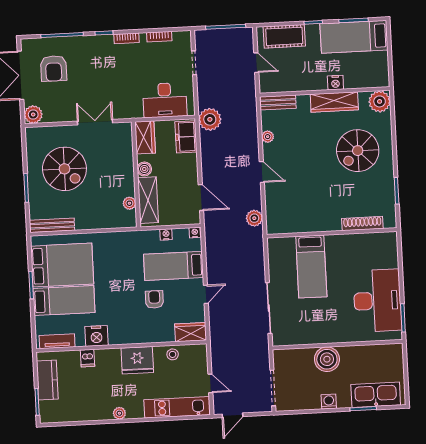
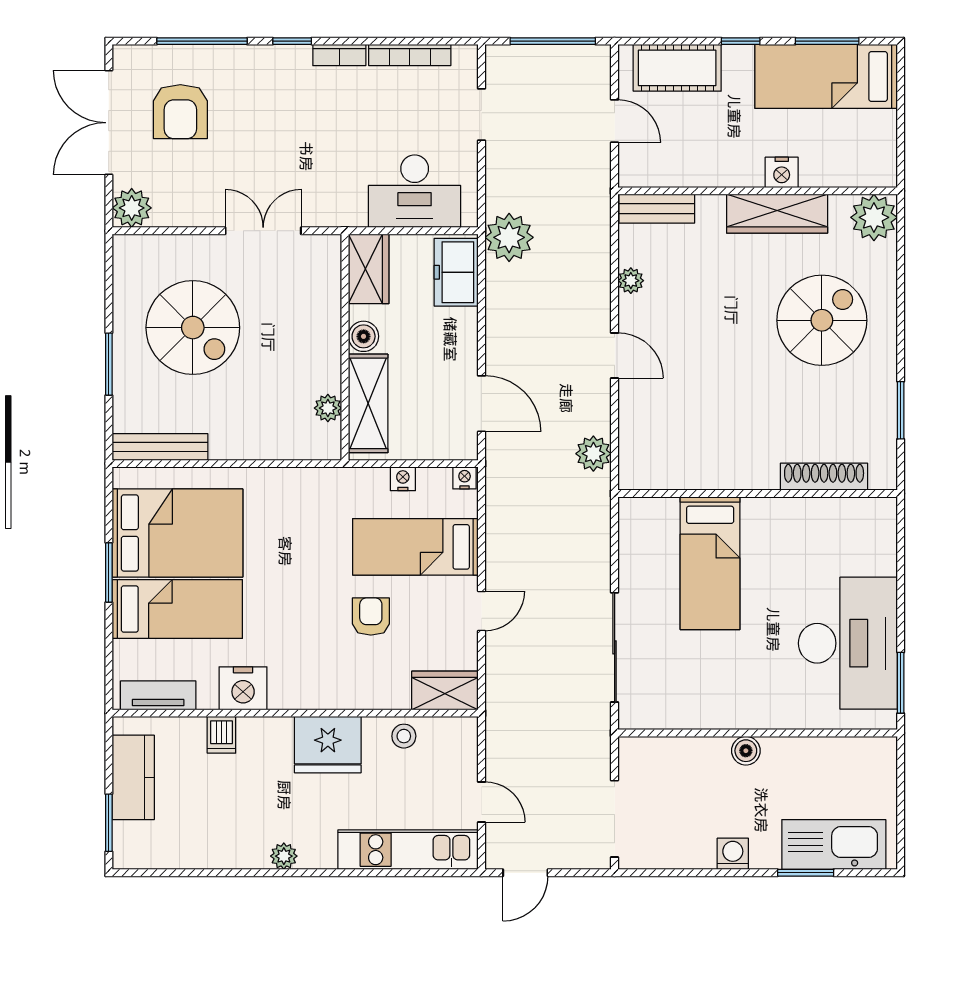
bookcase: (159, 37) -> (410, 55), width x1.56
spiral stairs: (358, 151) -> (822, 320), turned 180
boiler: (327, 359) -> (746, 751), width x0.54, depth x0.54

